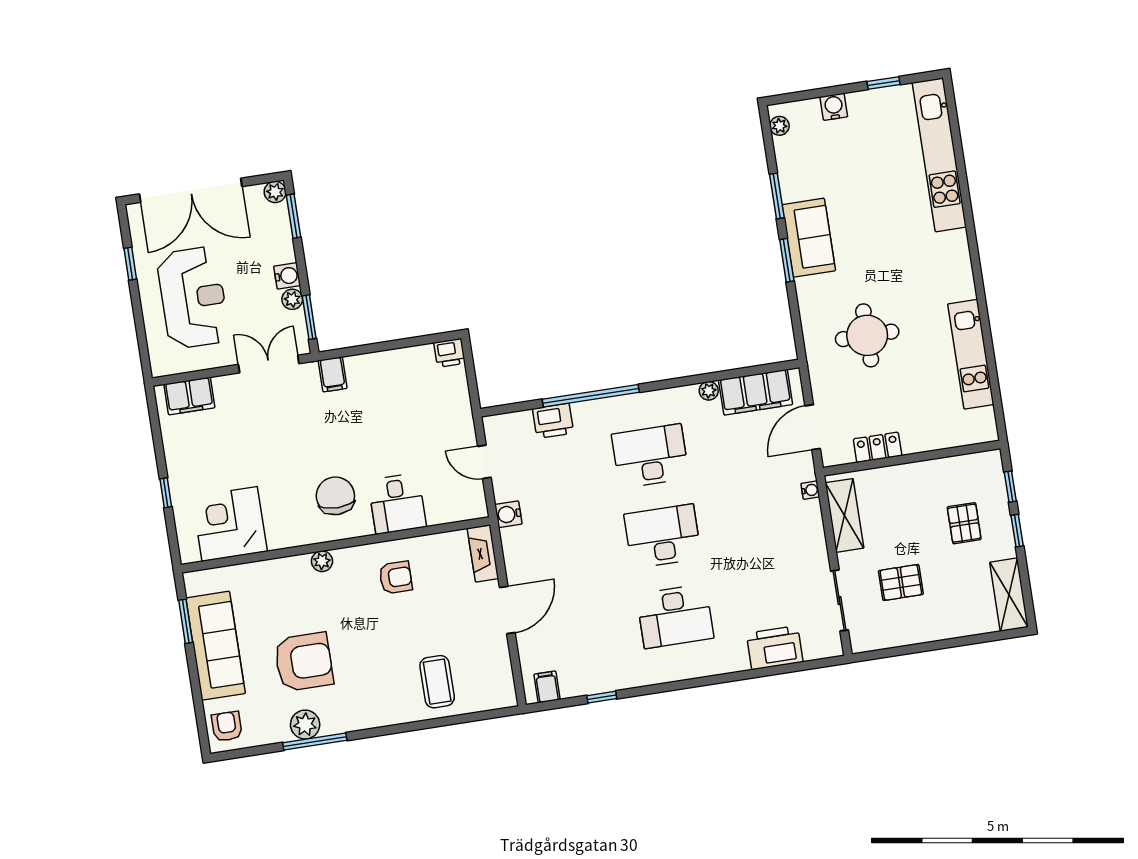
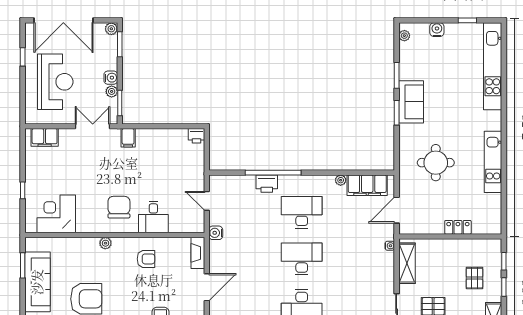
kitchen unit: (971, 354) -> (493, 162), moved
printer: (553, 421) -> (267, 184), moved
locker: (878, 447) -> (458, 227), moved

